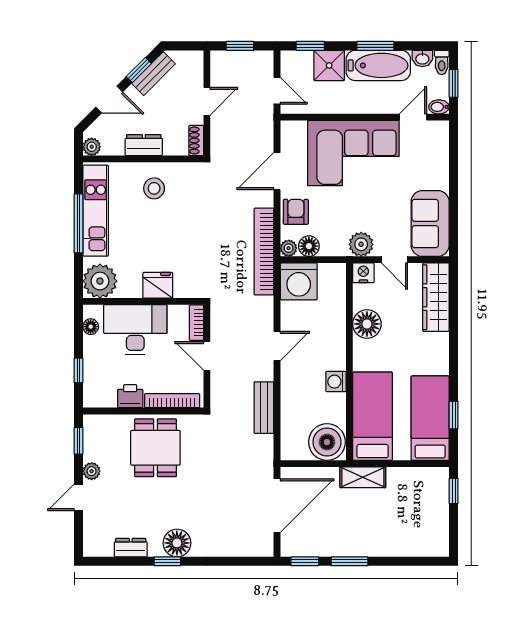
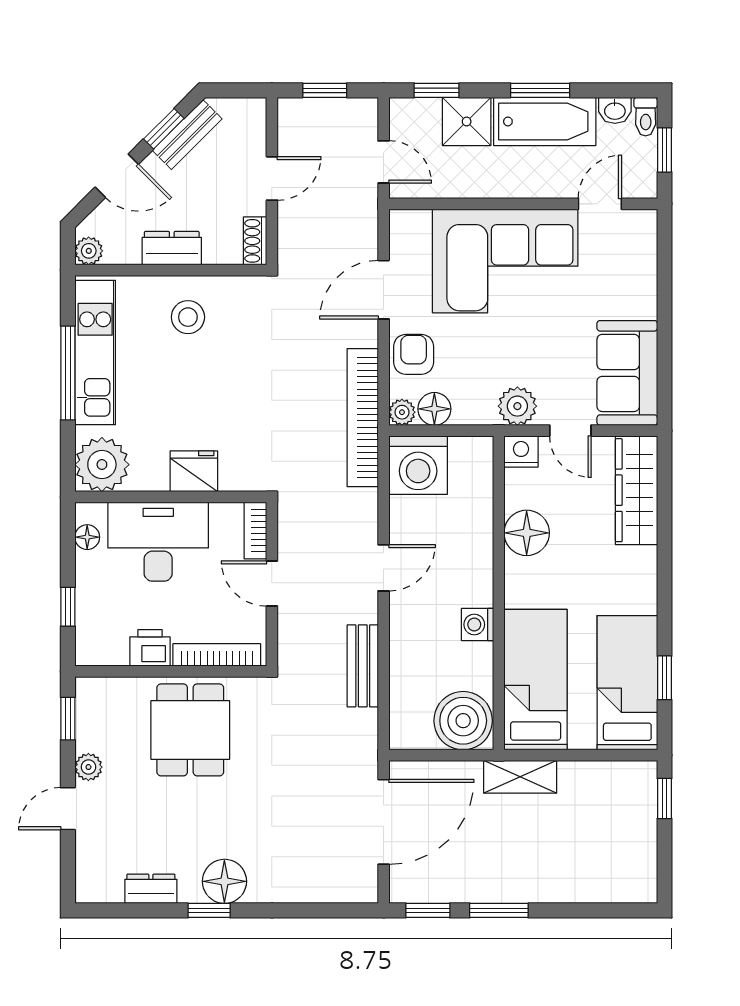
bidet: (439, 107) -> (641, 187), removed

